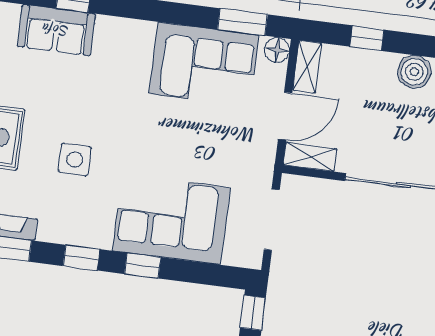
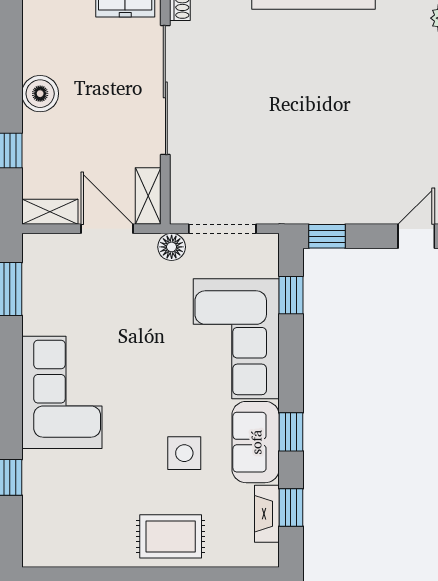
sofa: (56, 30) -> (256, 442), moved, turned 180
floor lamp: (277, 50) -> (172, 247), moved
corner sofa: (204, 64) -> (62, 392), moved
window: (143, 266) -> (291, 295), moved

